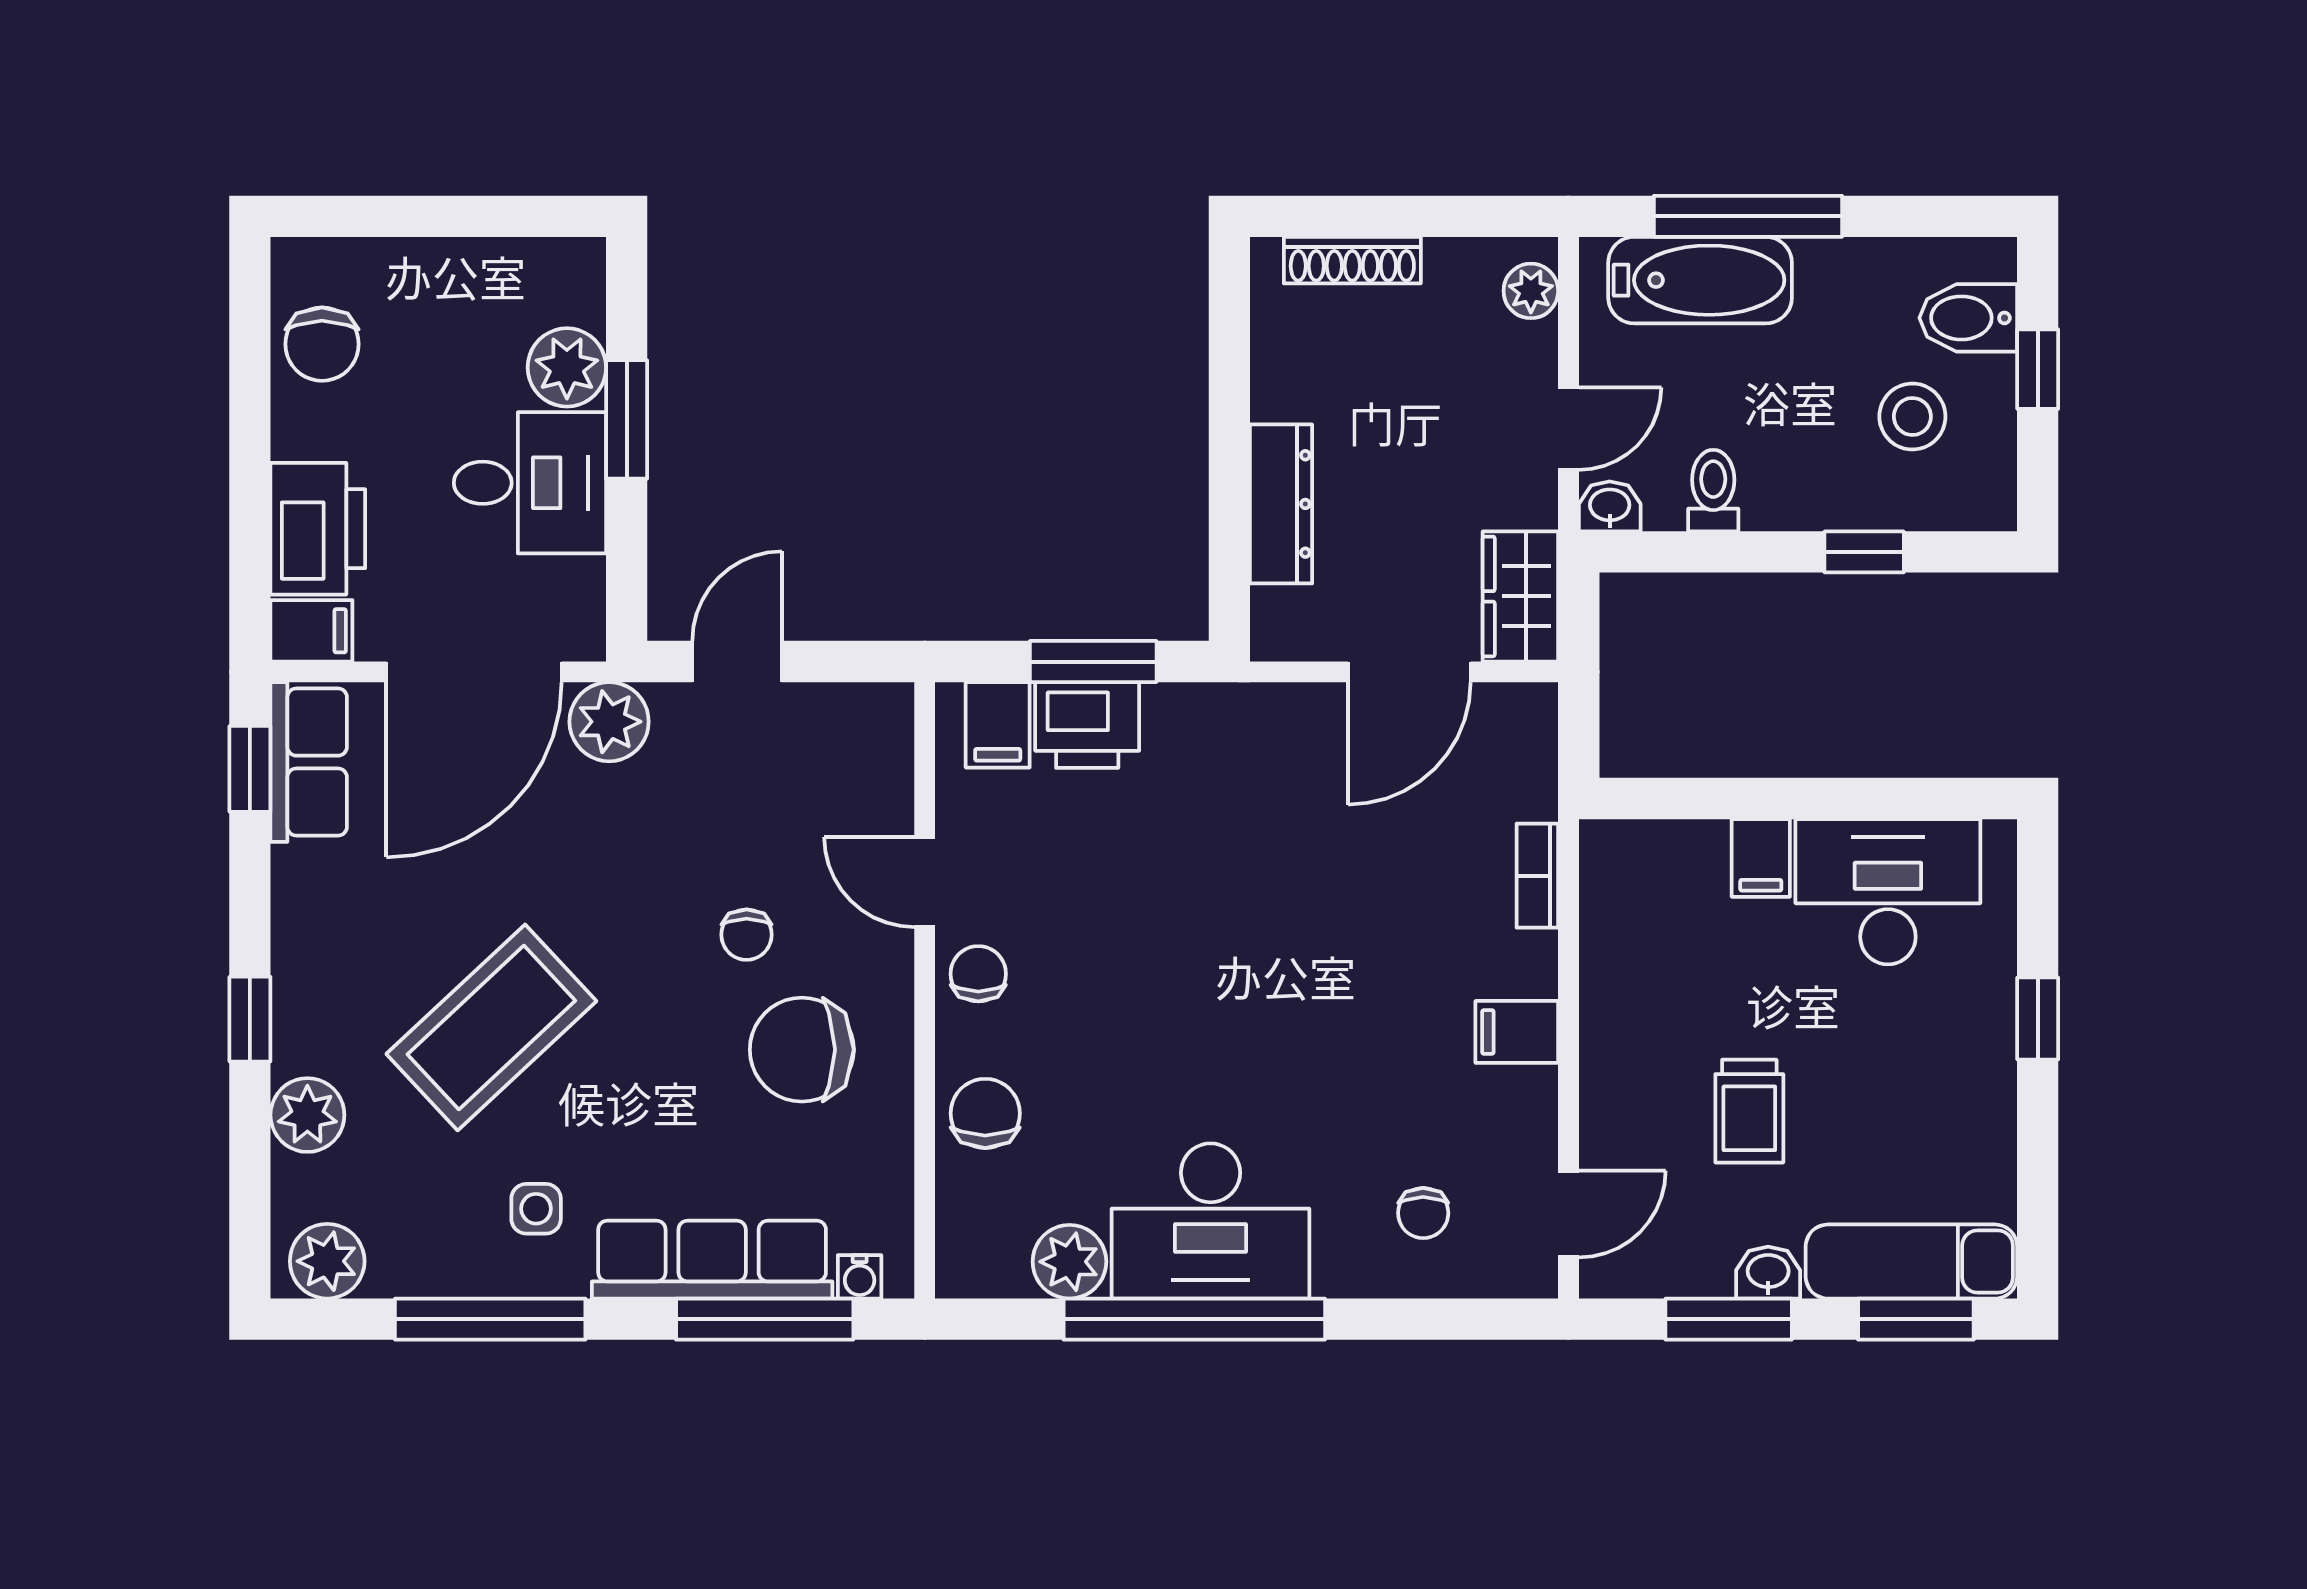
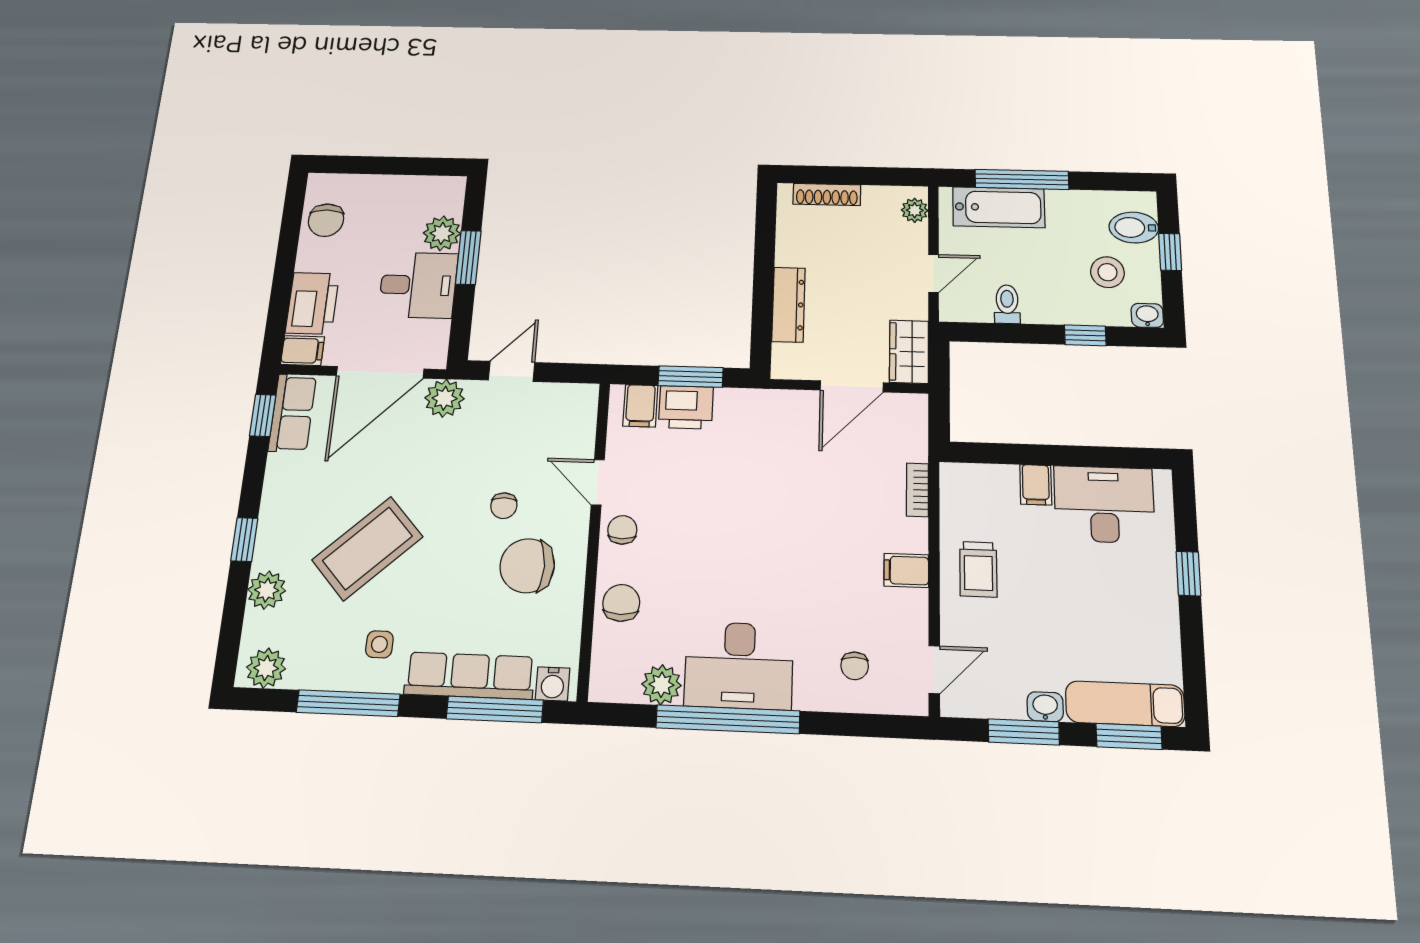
washbasin: (1610, 506) -> (1147, 315), moved
trolley: (1749, 1111) -> (978, 569), moved
water cooler: (860, 1277) -> (553, 684), width x1.38, depth x1.38

